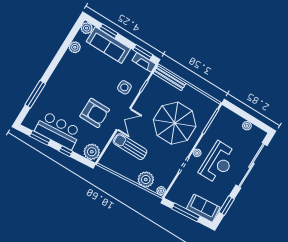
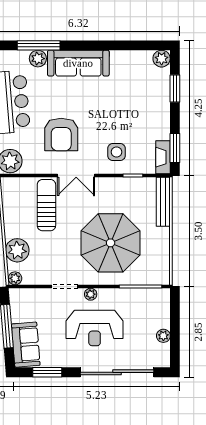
sofa: (108, 45) -> (78, 63), moved, turned -90
plant: (75, 47) -> (38, 59), moved

